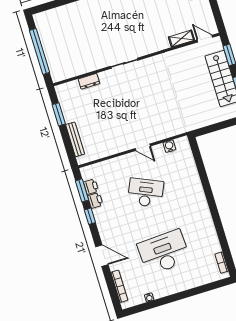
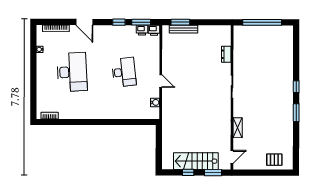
shelving: (181, 39) -> (238, 128), moved
window: (59, 114) -> (180, 22), moved
door: (143, 147) -> (161, 81), swing flipped
desk: (146, 193) -> (124, 72), turned -30
printer: (95, 200) -> (154, 30), moved
door: (102, 256) -> (84, 22), hinge flipped

